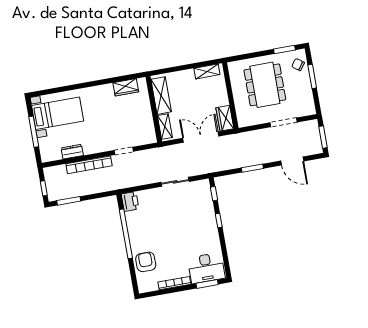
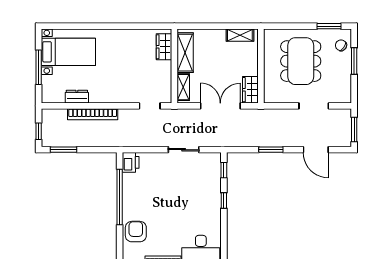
wardrobe: (126, 87) -> (164, 47), moved, turned 90
doorway: (124, 151) -> (150, 106), moved

